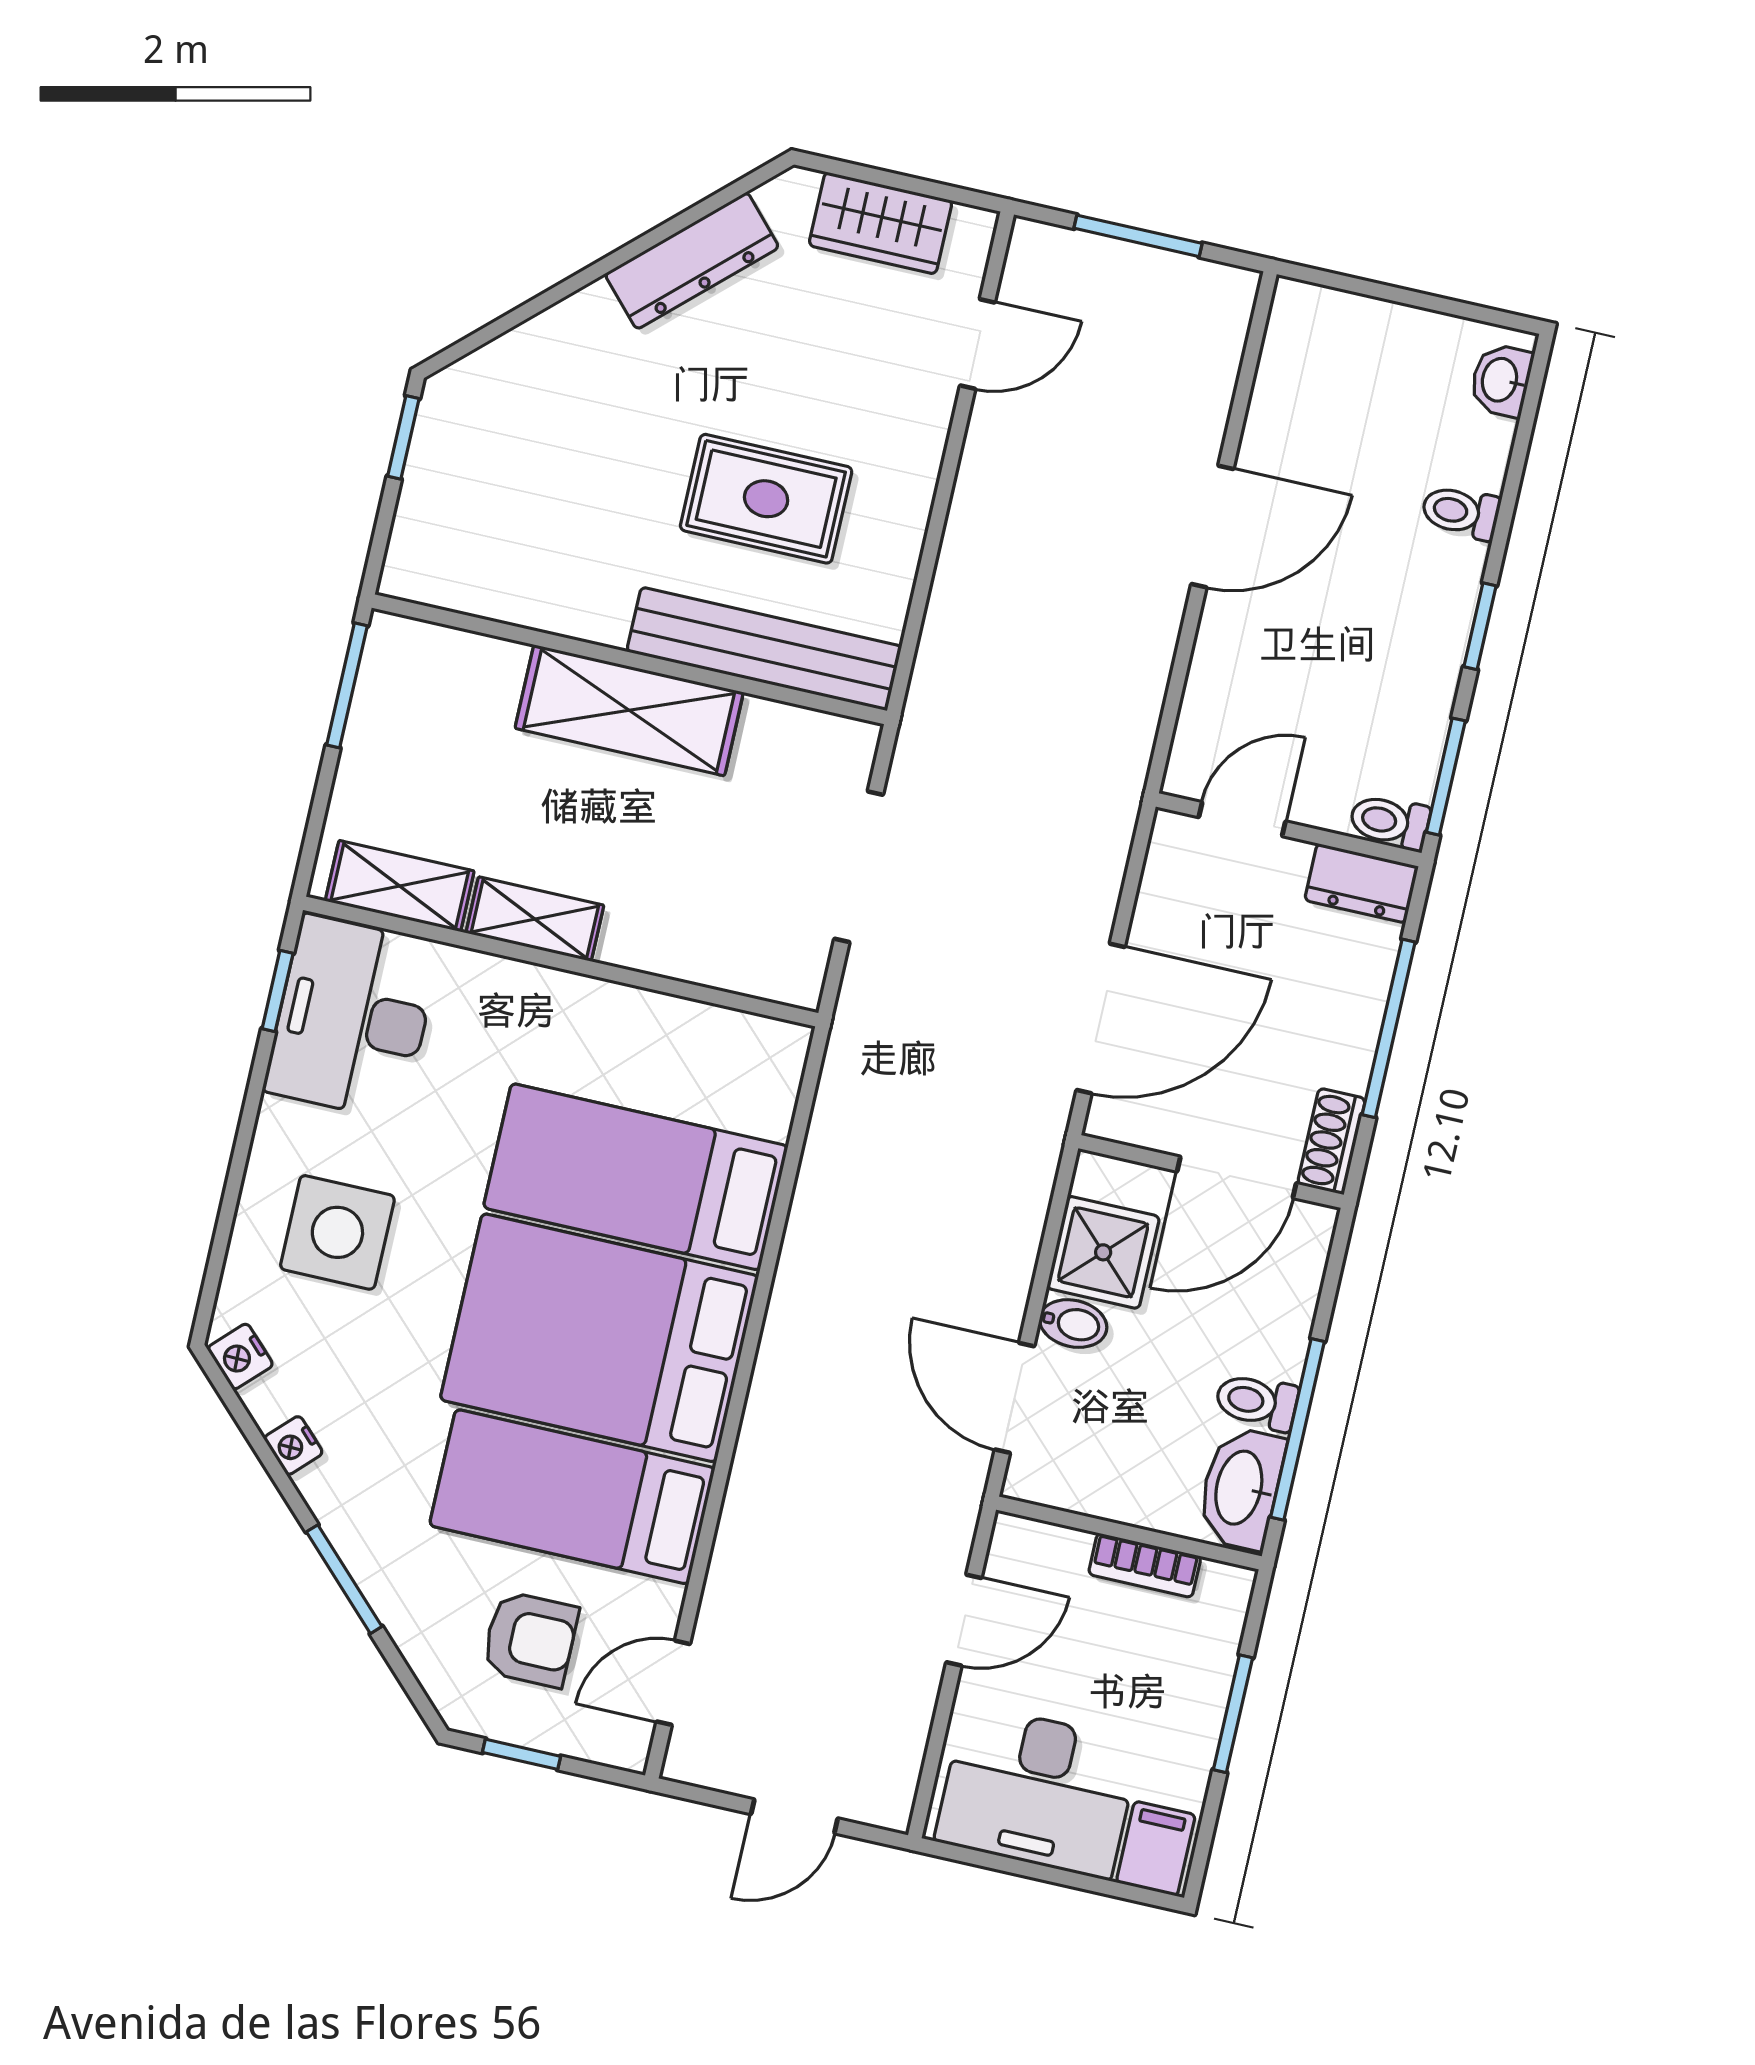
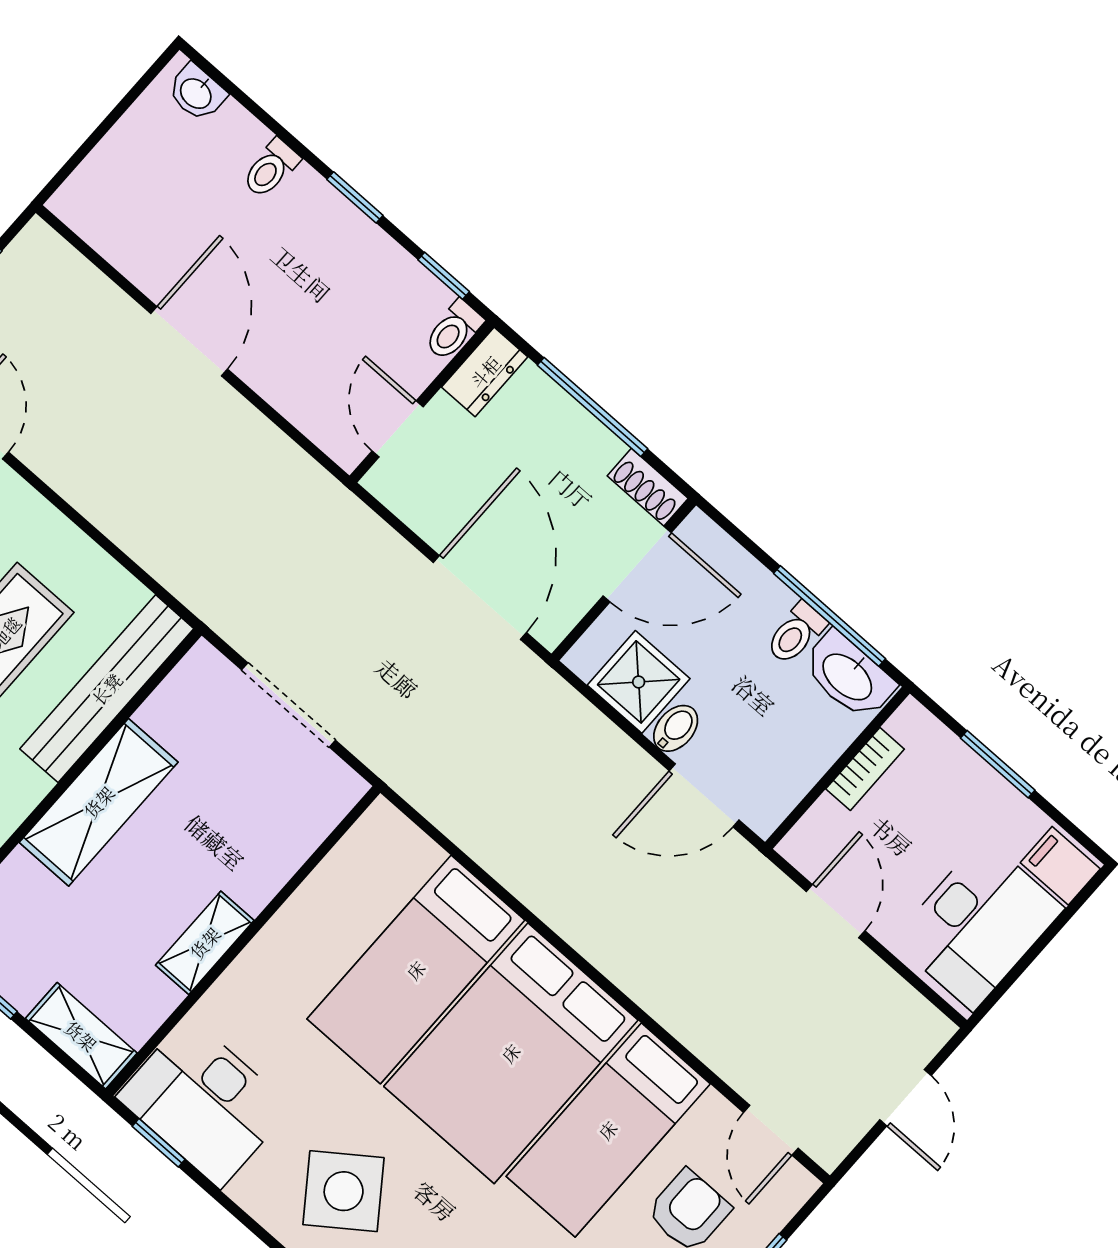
window: (1446, 777) -> (444, 276), width x0.67
shelving: (400, 886) -> (81, 1036), moved, turned 90
door: (1237, 1177) -> (637, 564), hinge flipped
side table: (337, 1232) -> (344, 1191), turned -36

